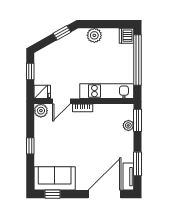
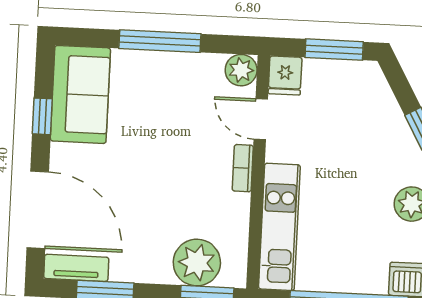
window: (30, 72) -> (334, 50), width x1.50
plant: (128, 125) -> (197, 263), width x1.87, depth x1.87
window: (30, 146) -> (160, 41), width x2.17
window: (52, 194) -> (42, 116), moved

